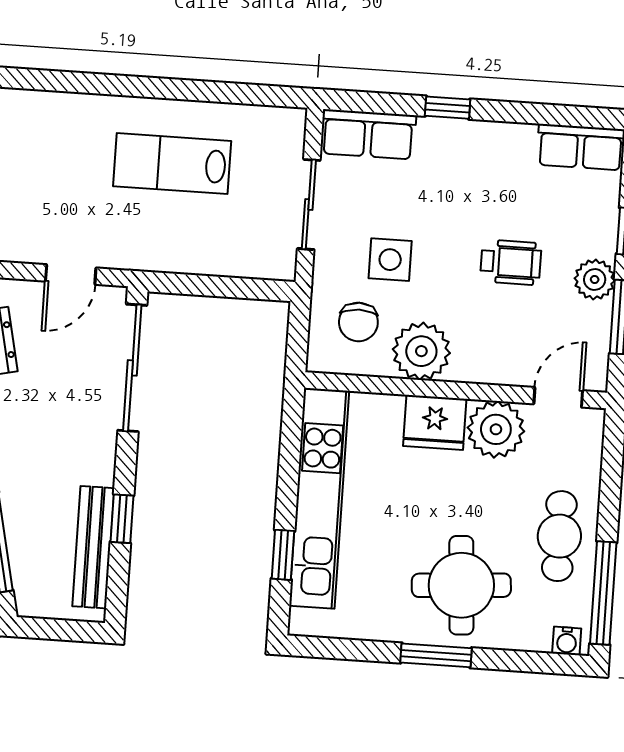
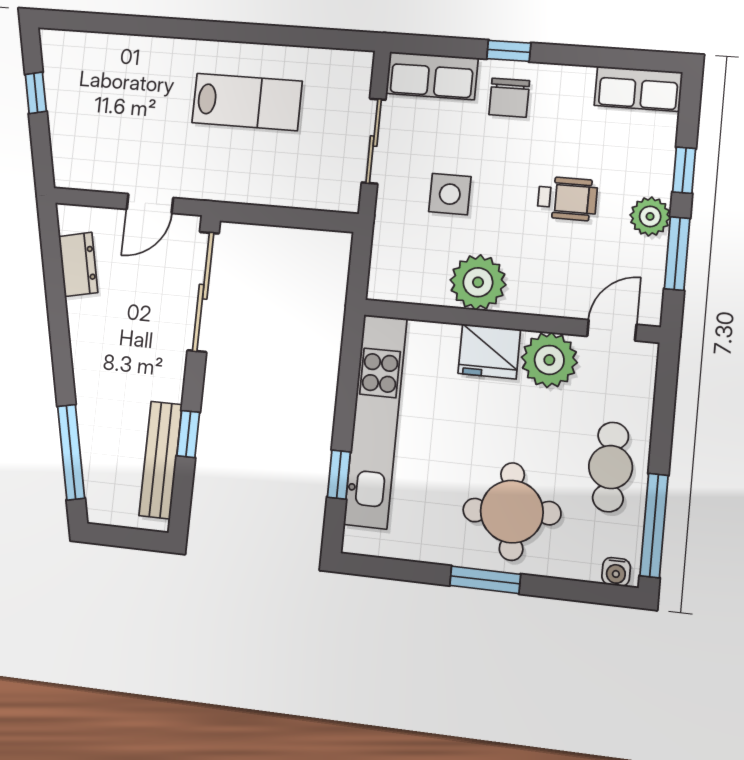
lab bench: (172, 164) -> (247, 102), turned 180
chair: (358, 322) -> (509, 98), moved

